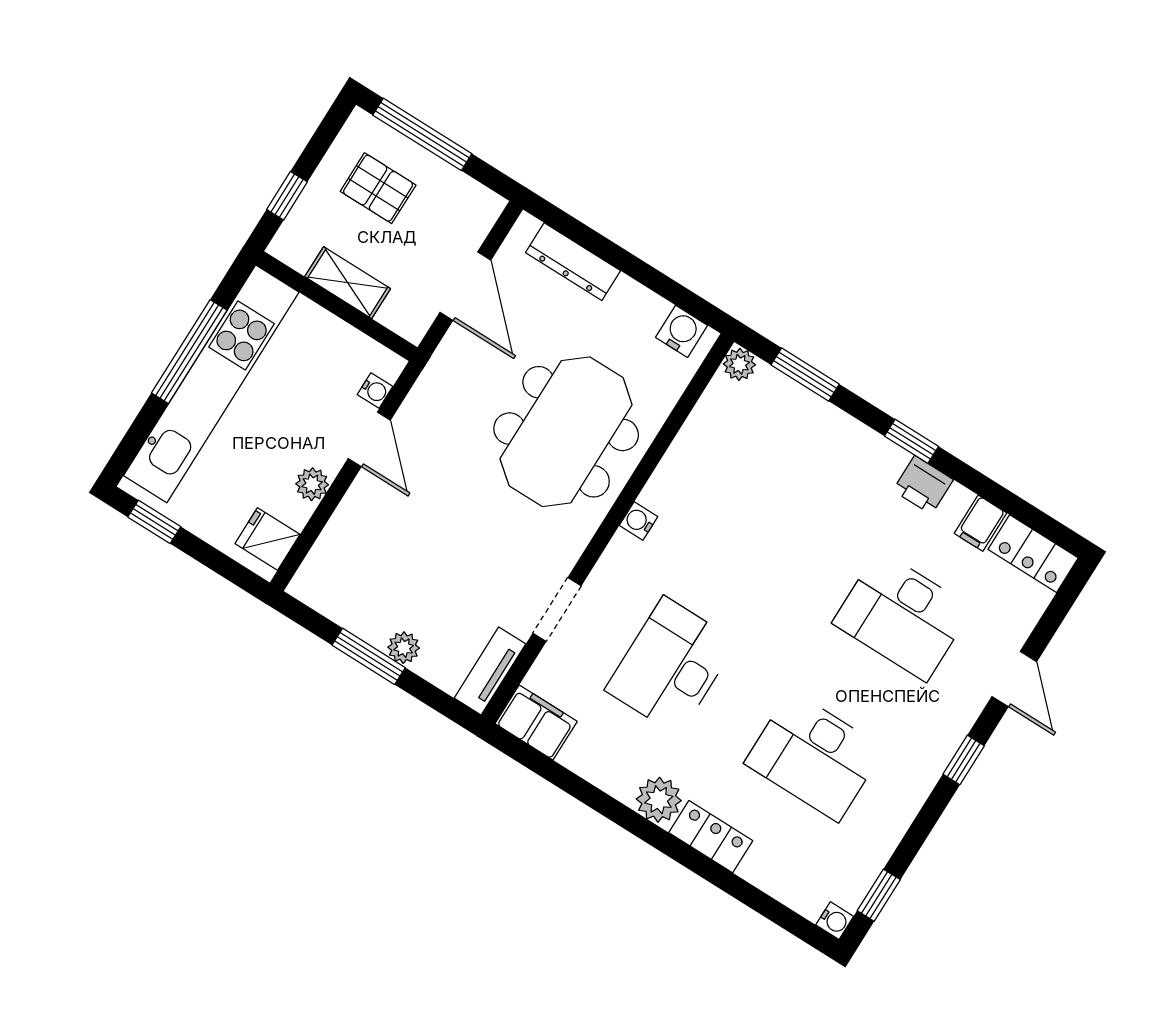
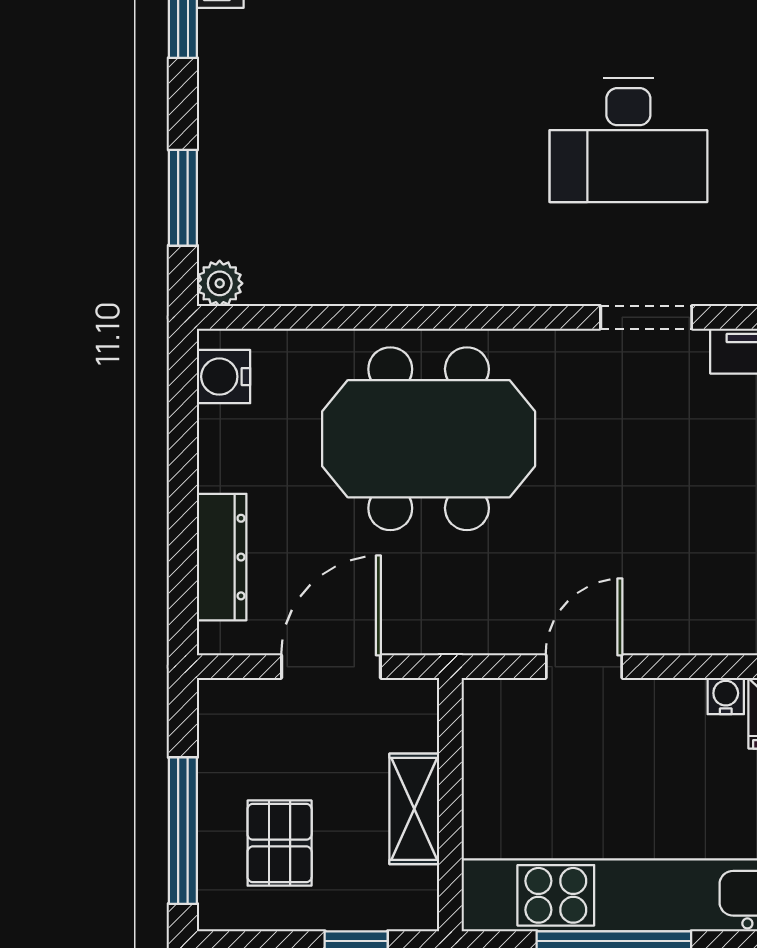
water cooler: (375, 391) -> (726, 696), moved
plant: (312, 484) -> (680, 701), removed
water cooler: (639, 521) -> (481, 286), removed

